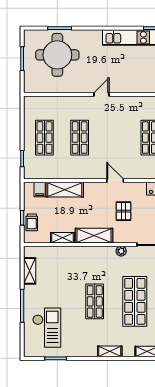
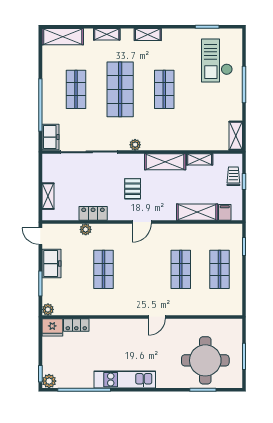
door: (115, 181) -> (142, 222), hinge flipped
shelving: (30, 271) -> (236, 136), moved

